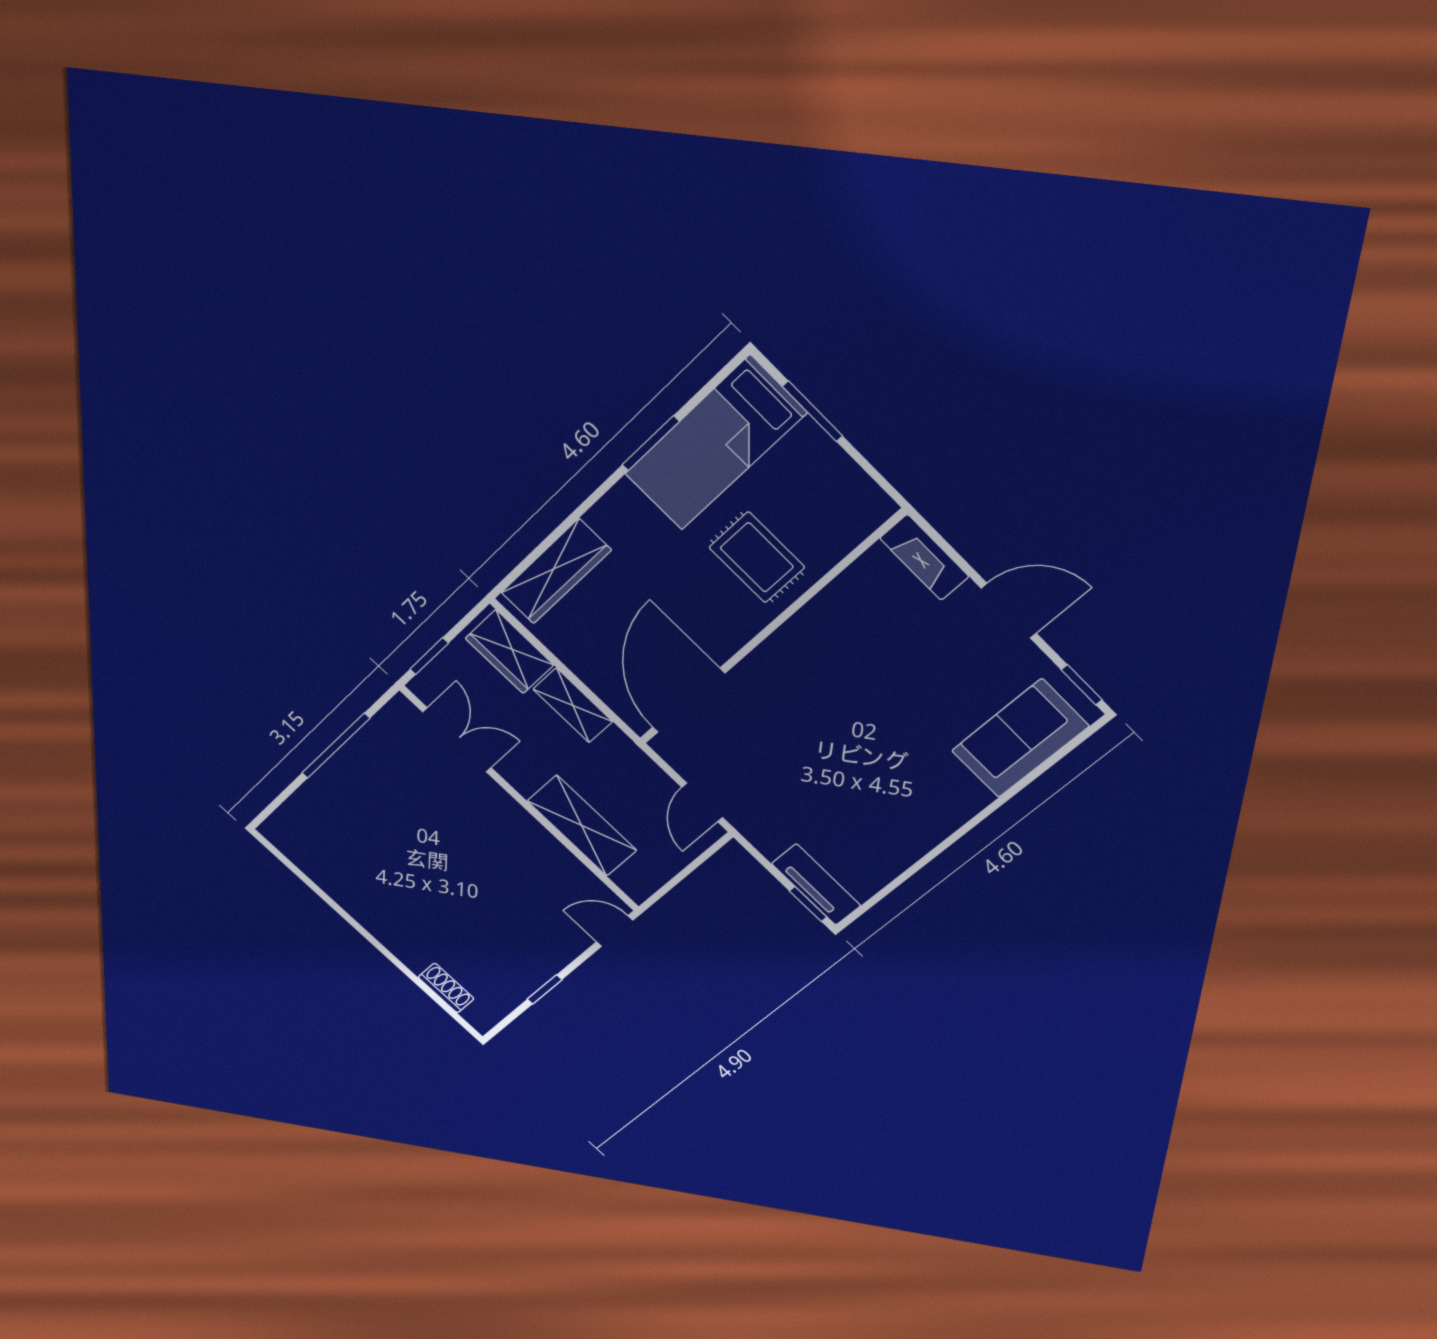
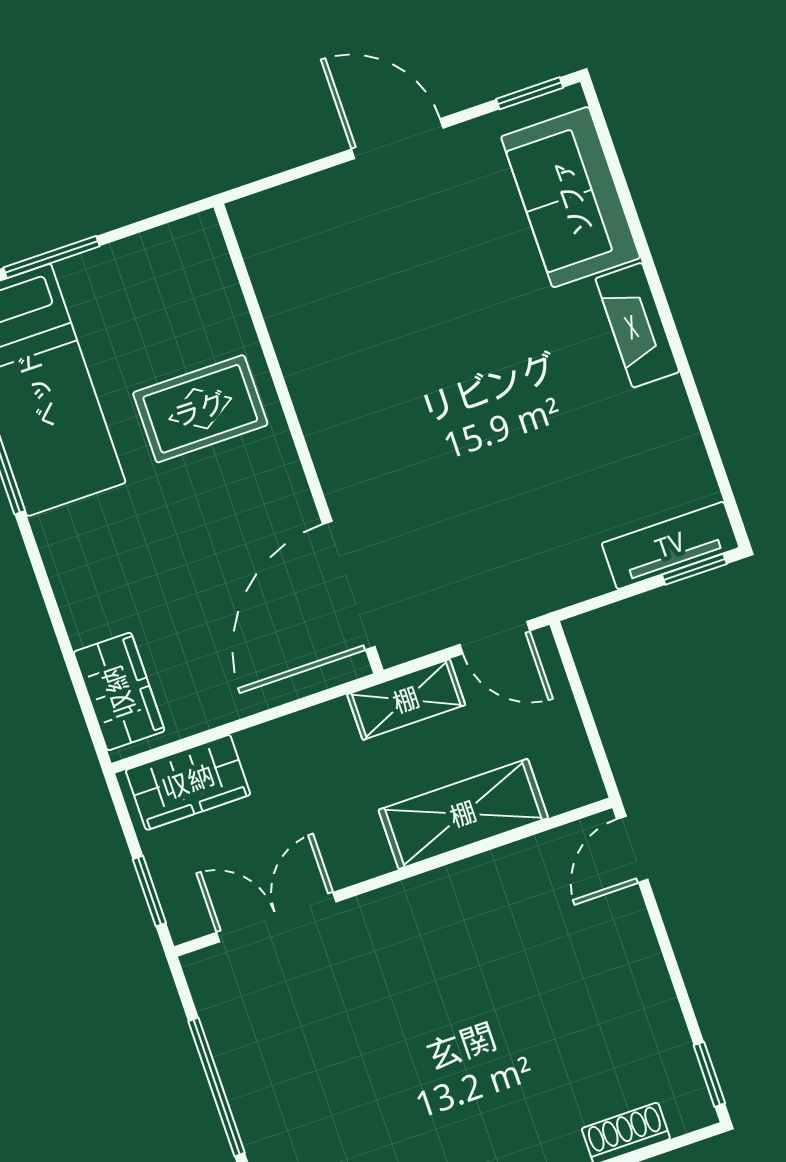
fireplace: (924, 557) -> (637, 325), moved, turned 90
wardrobe: (556, 571) -> (119, 692), width x0.67
door: (1009, 611) -> (397, 139), hinge flipped
door: (689, 700) -> (349, 585), hinge flipped
shelving: (573, 705) -> (406, 700), moved
window: (545, 989) -> (709, 1074), moved

